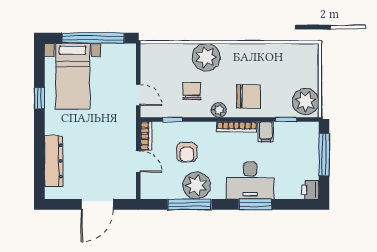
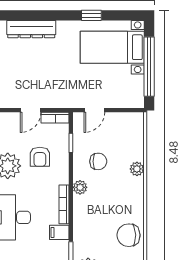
plant: (206, 57) -> (137, 169), width x0.53, depth x0.53
chair: (248, 96) -> (129, 235), moved, turned 88
armchair: (187, 152) -> (40, 157), turned -90

